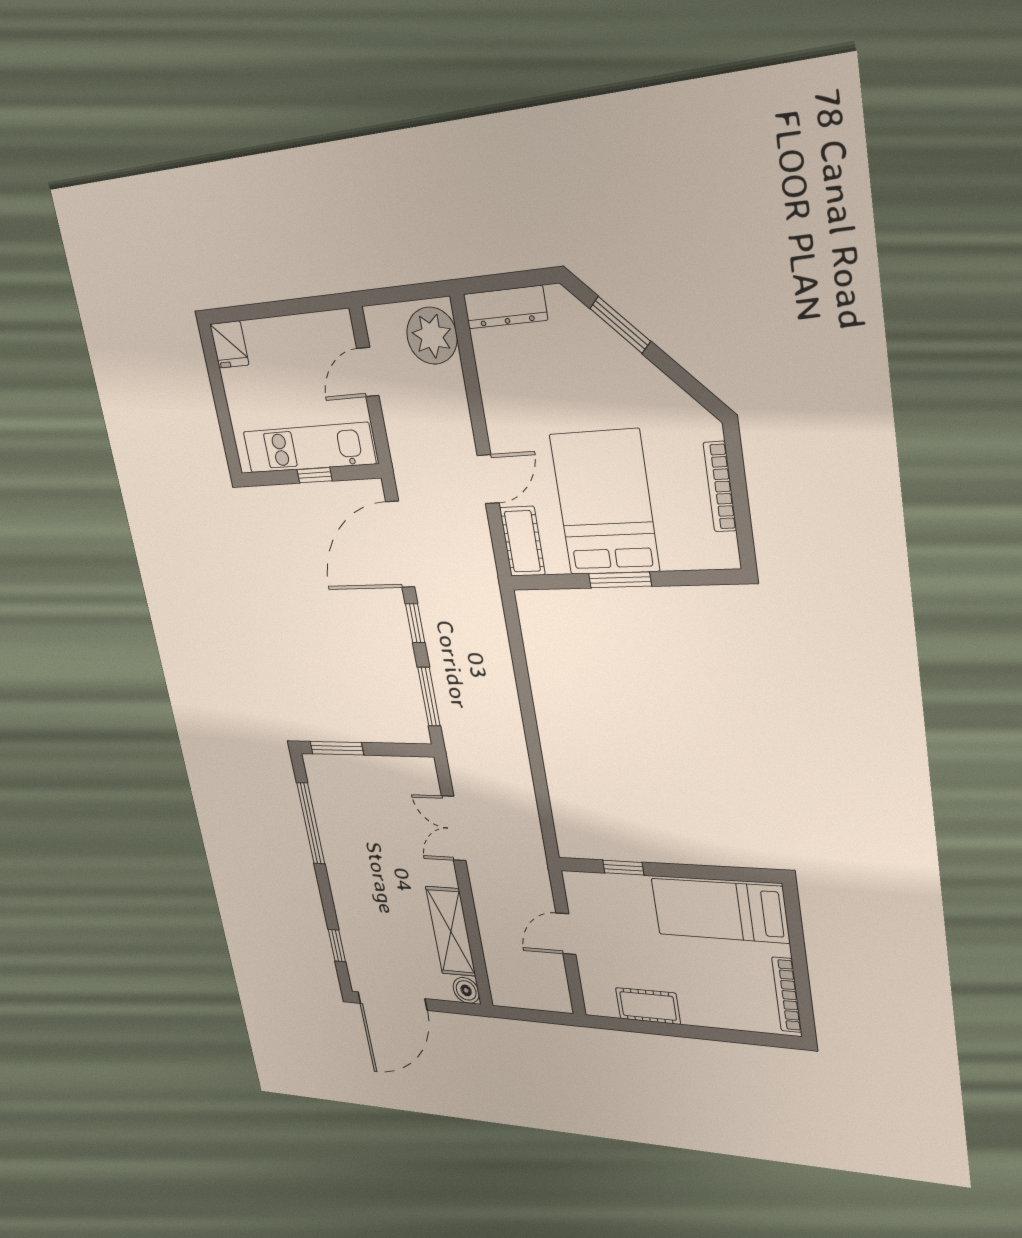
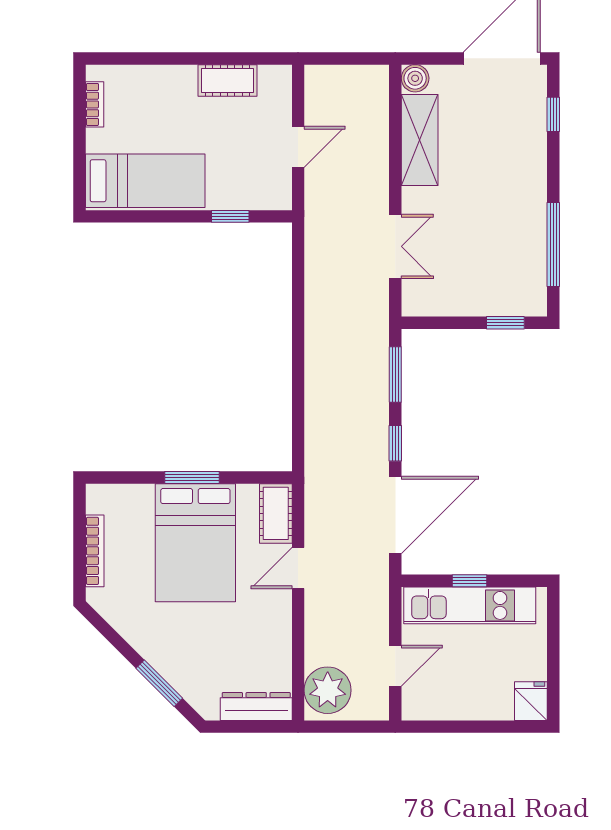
window: (337, 748) -> (505, 323), width x0.67
bookcase: (787, 995) -> (95, 104), width x0.64

